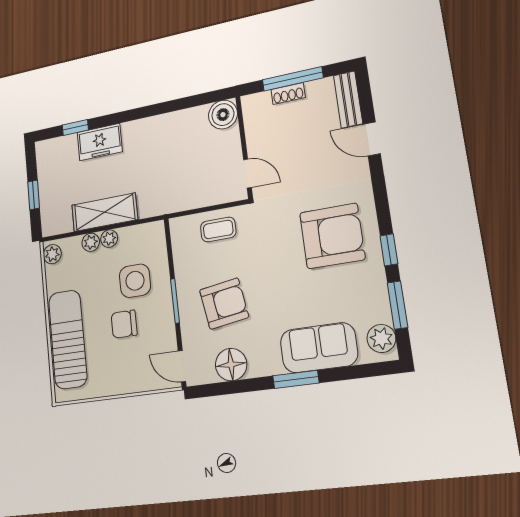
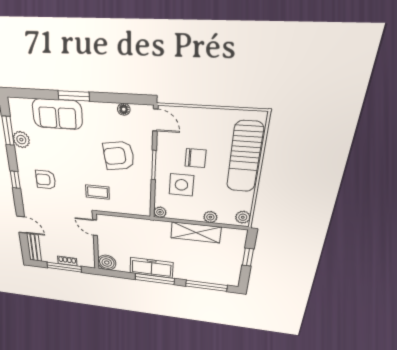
window: (147, 111) -> (155, 279), added
window: (75, 127) -> (206, 286), width x2.17
freezer: (100, 142) -> (151, 268), moved, width x1.40
coffee table: (218, 229) -> (98, 192), moved
armchair: (332, 236) -> (46, 180), width x0.53, depth x0.53
plant: (109, 239) -> (160, 212), moved
window: (389, 250) -> (15, 180), moved
plant: (381, 338) -> (21, 140), moved
floor lamp: (231, 365) -> (124, 109), width x0.53, depth x0.53

